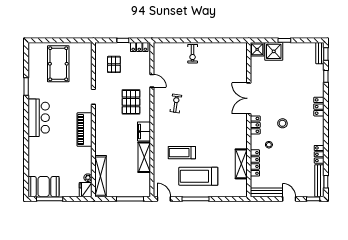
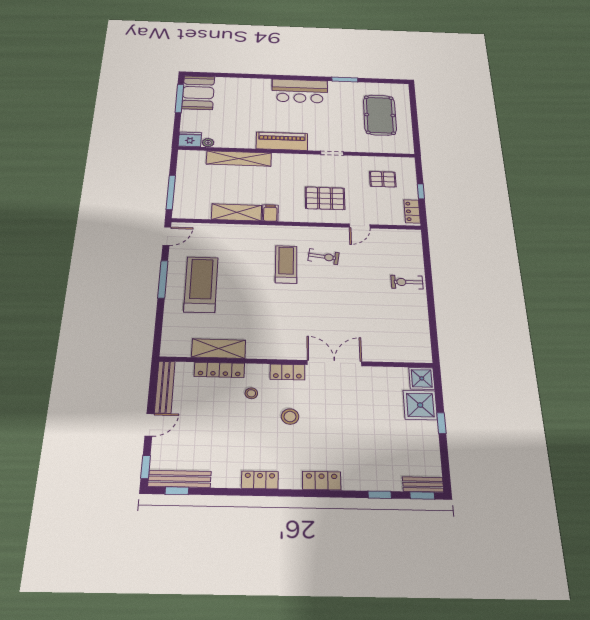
pool table: (58, 64) -> (380, 115), turned 90
filing cabinet: (144, 131) -> (270, 213), width x0.50
treadmill: (182, 153) -> (286, 264), moved
locker: (319, 154) -> (260, 480), moved
shelving: (101, 176) -> (239, 158), moved

